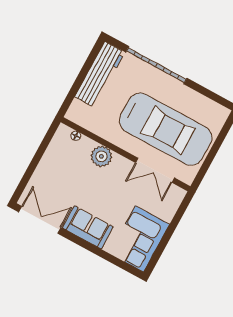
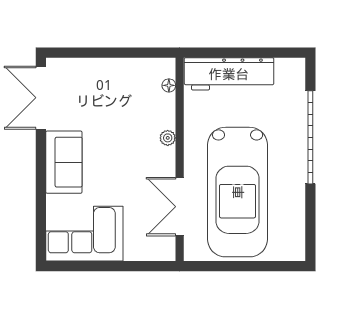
workbench: (100, 75) -> (229, 74), moved
plant: (101, 156) -> (168, 138), width x0.53, depth x0.53
double door: (40, 220) -> (41, 98), swing flipped

